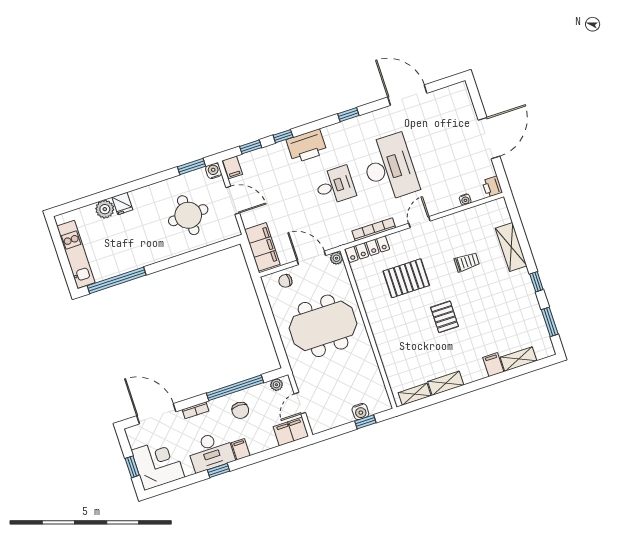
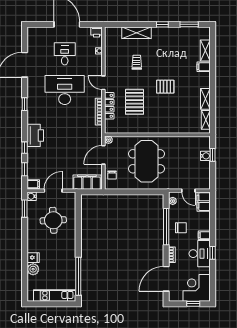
desk: (335, 186) -> (65, 54), moved
locker: (367, 249) -> (109, 106), moved

